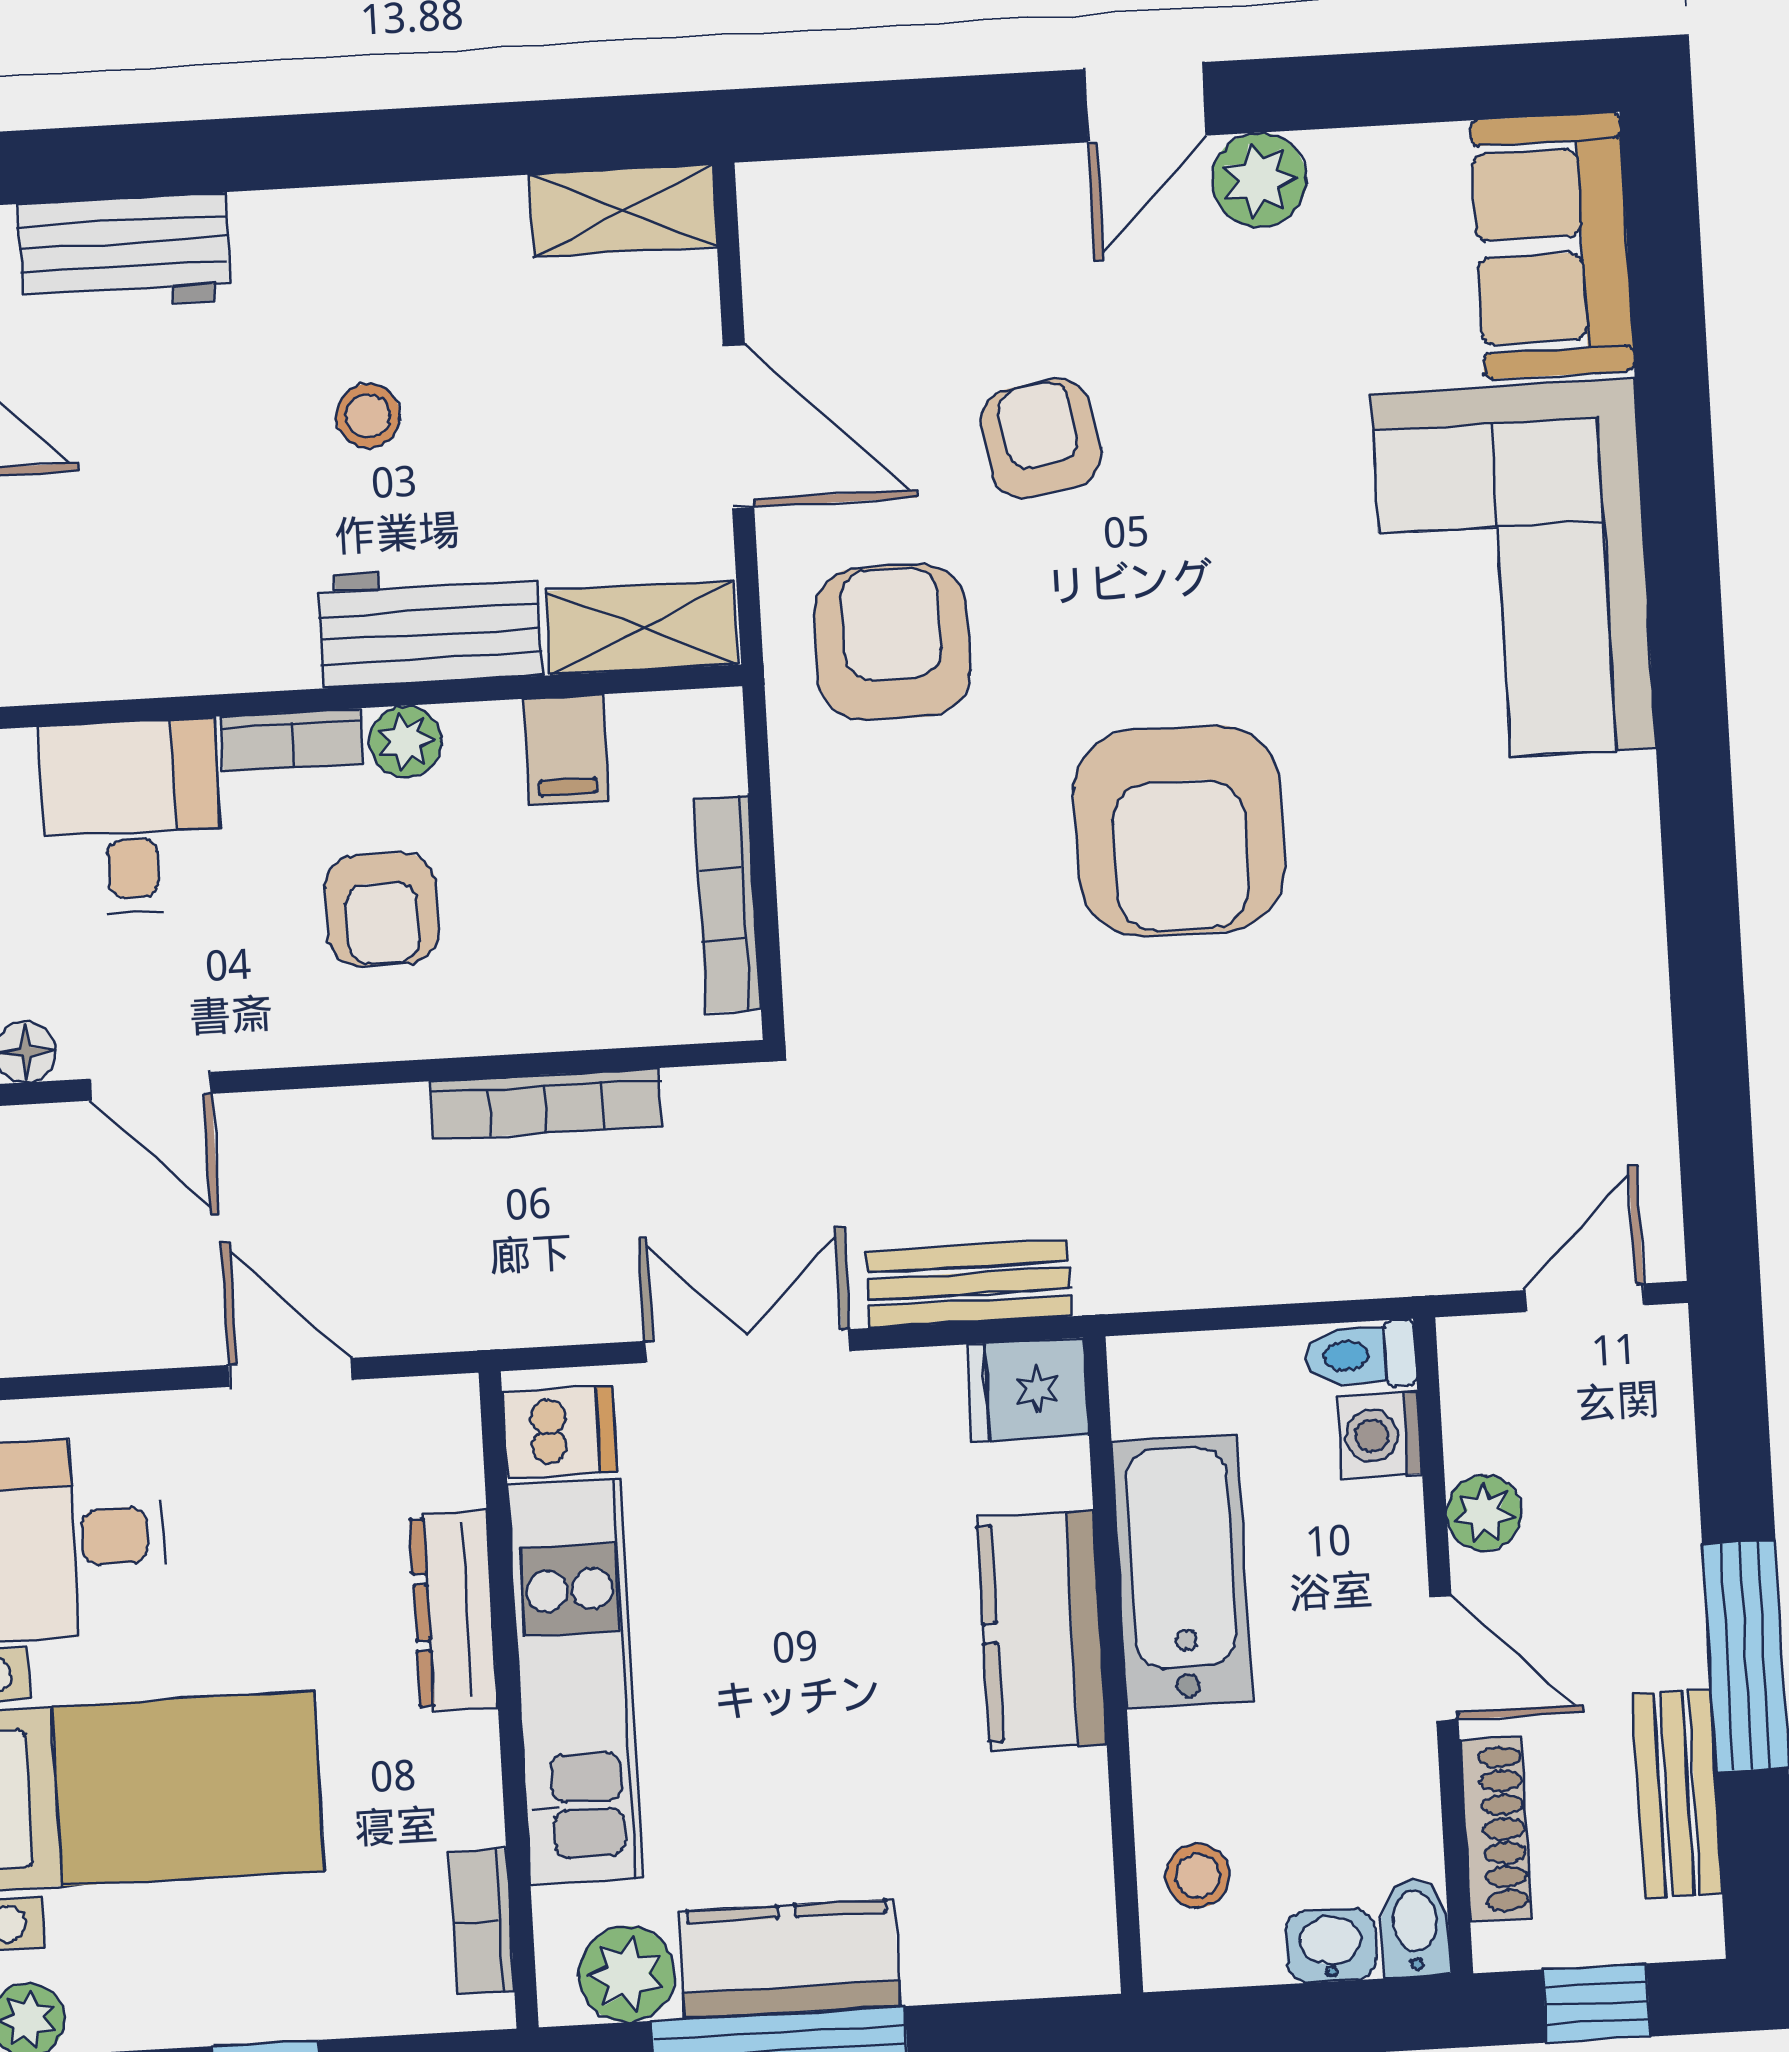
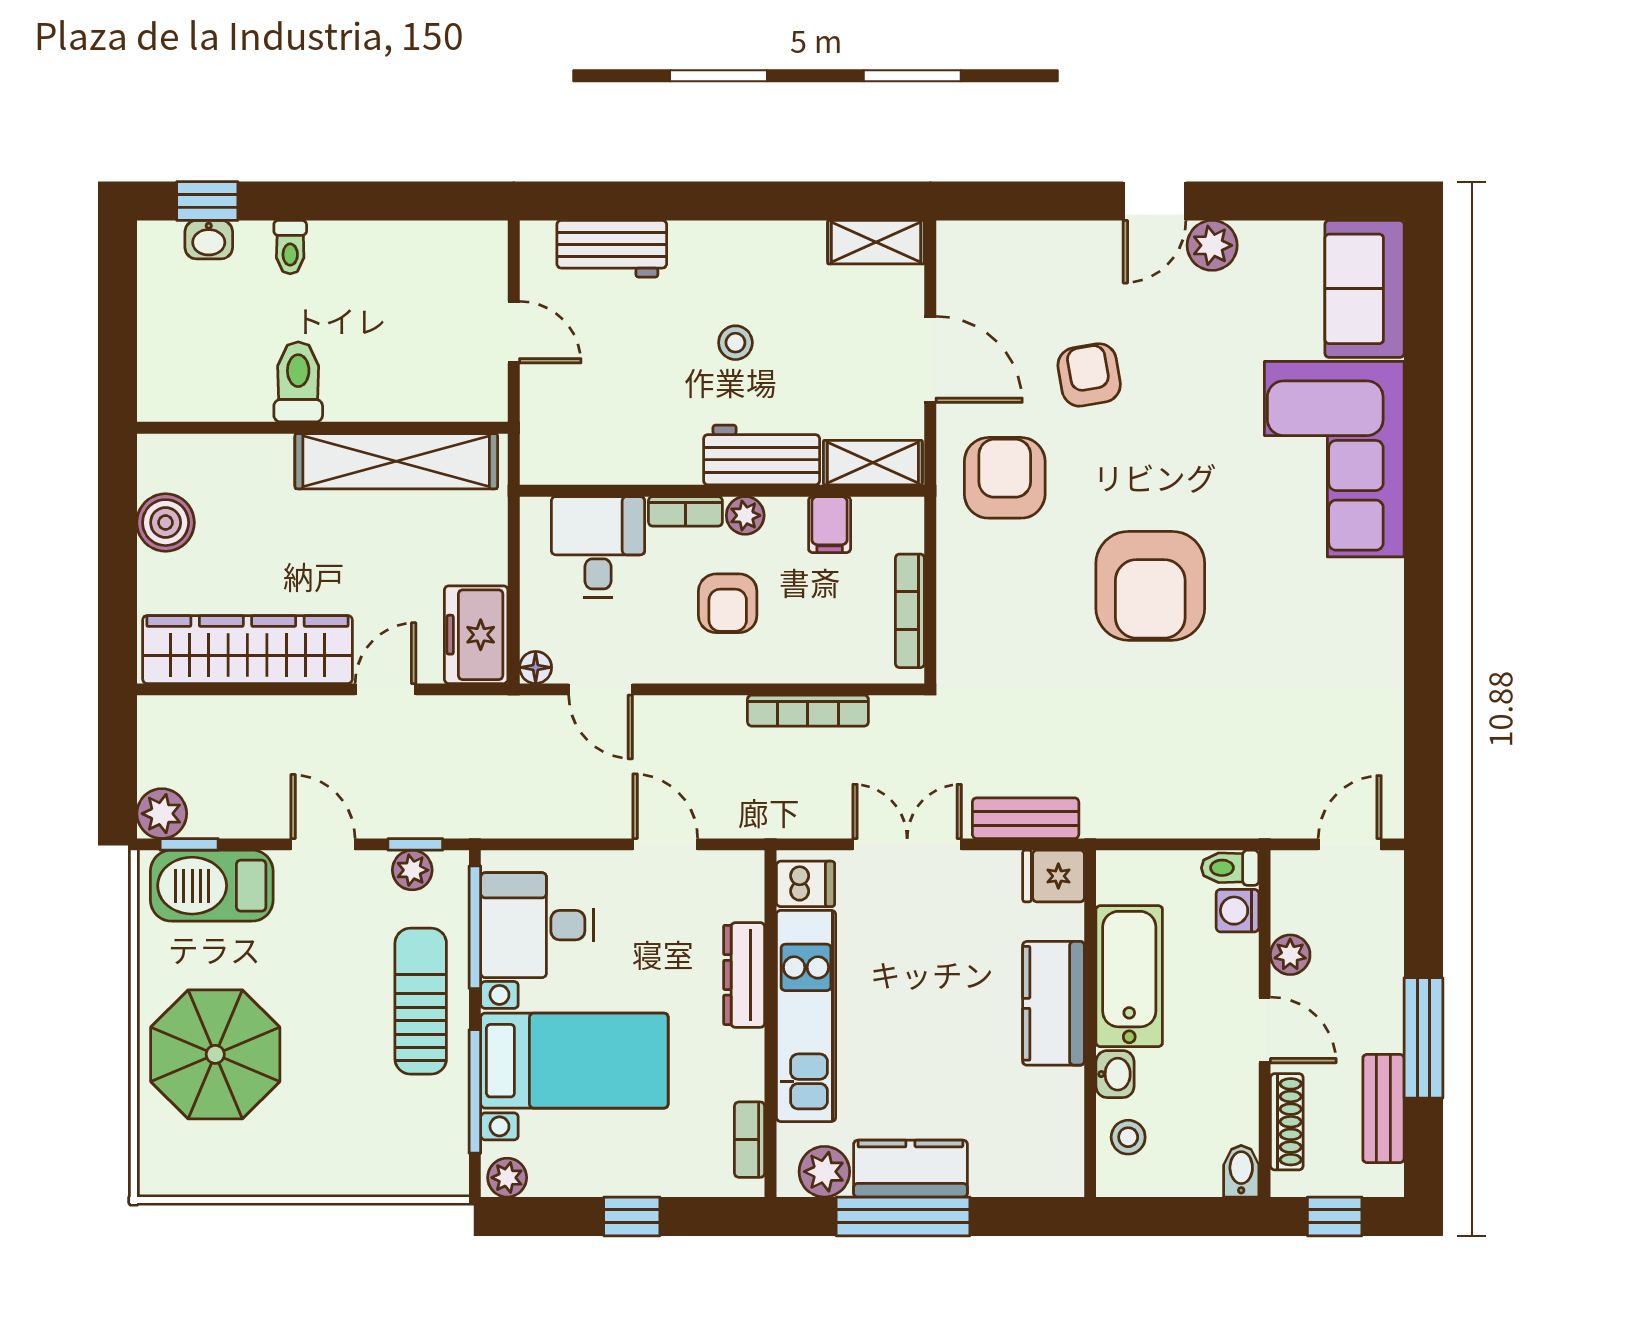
washbasin: (1331, 1945) -> (1115, 1074), moved, turned 90

